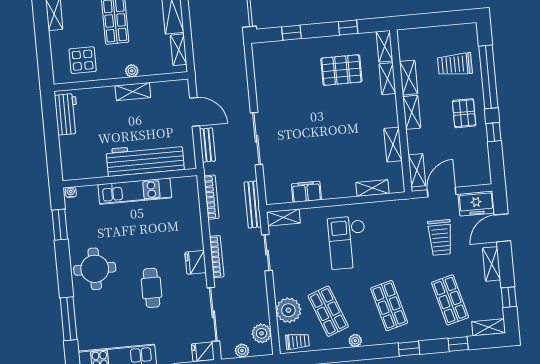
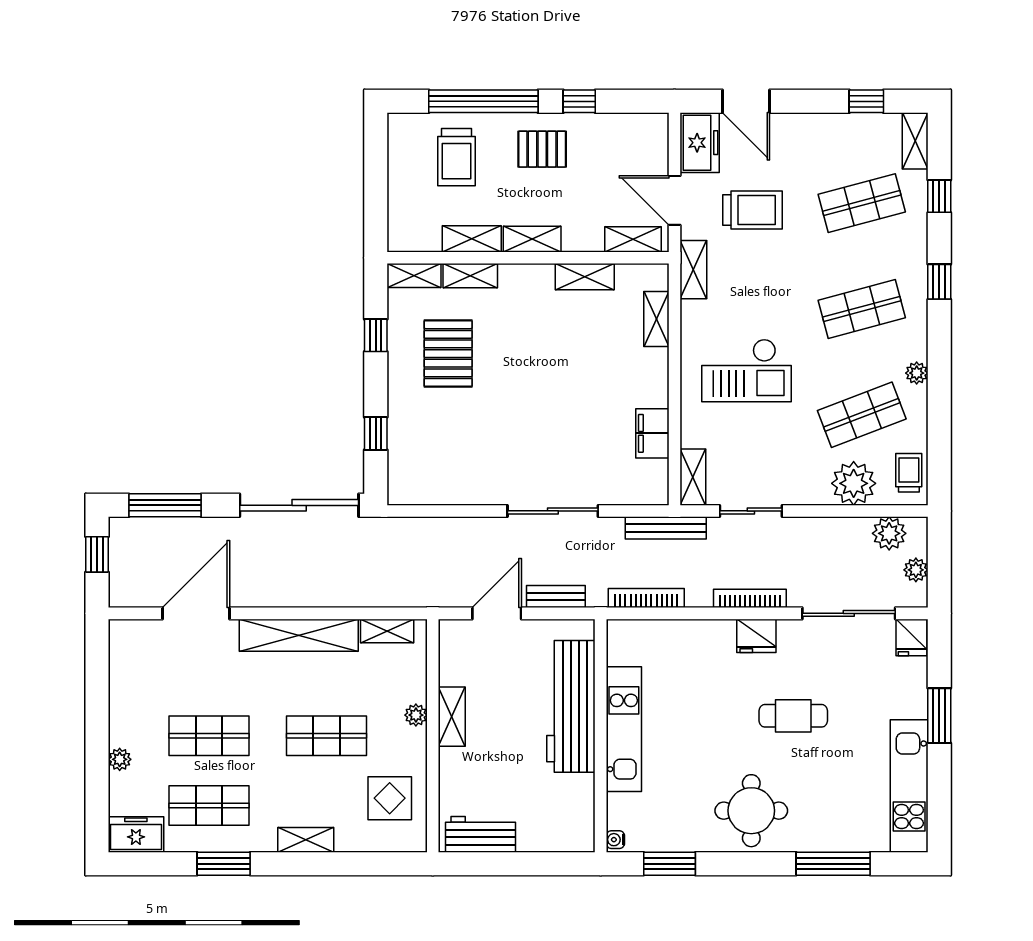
shelving: (492, 264) -> (693, 270), moved, turned 90

